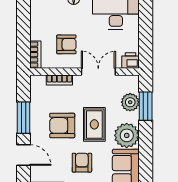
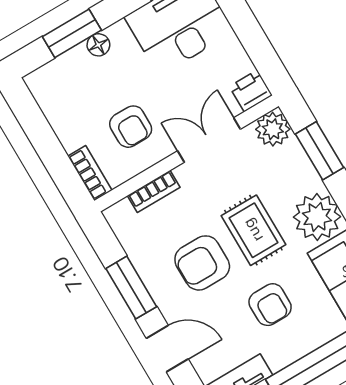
armchair: (66, 44) -> (131, 127), turned 90
plant: (130, 102) -> (273, 129), moved
armchair: (82, 163) -> (270, 305), turned 180

